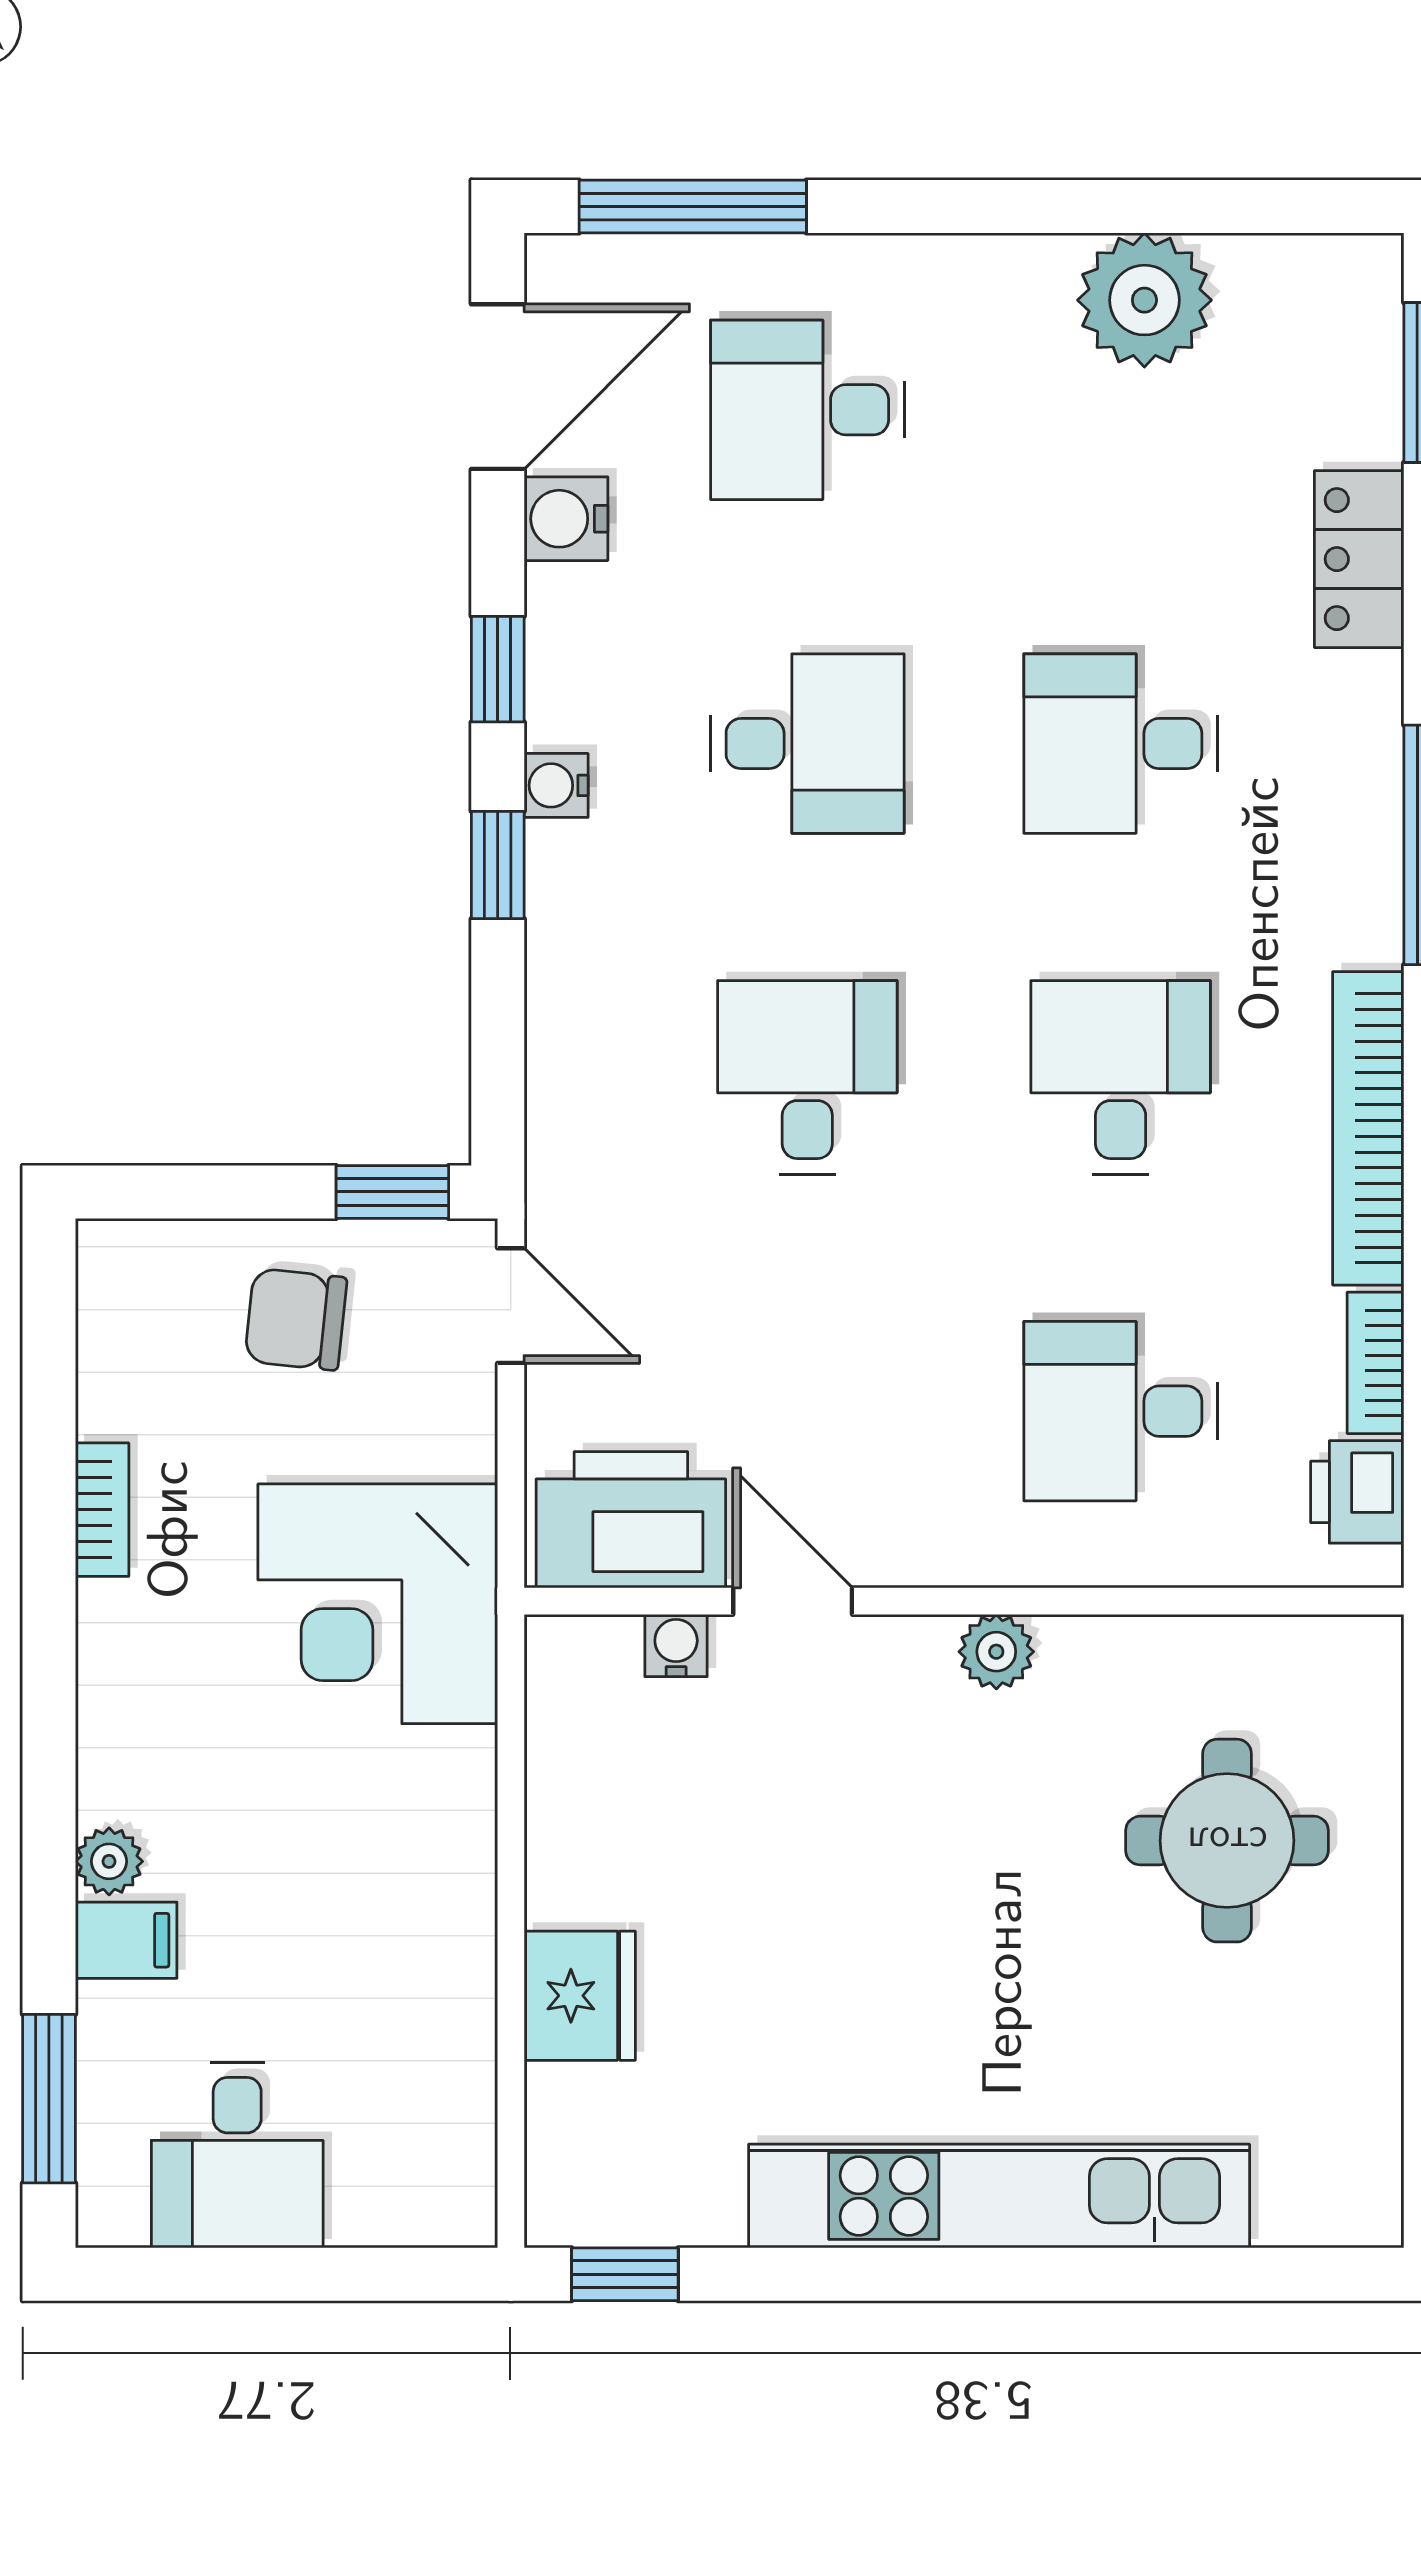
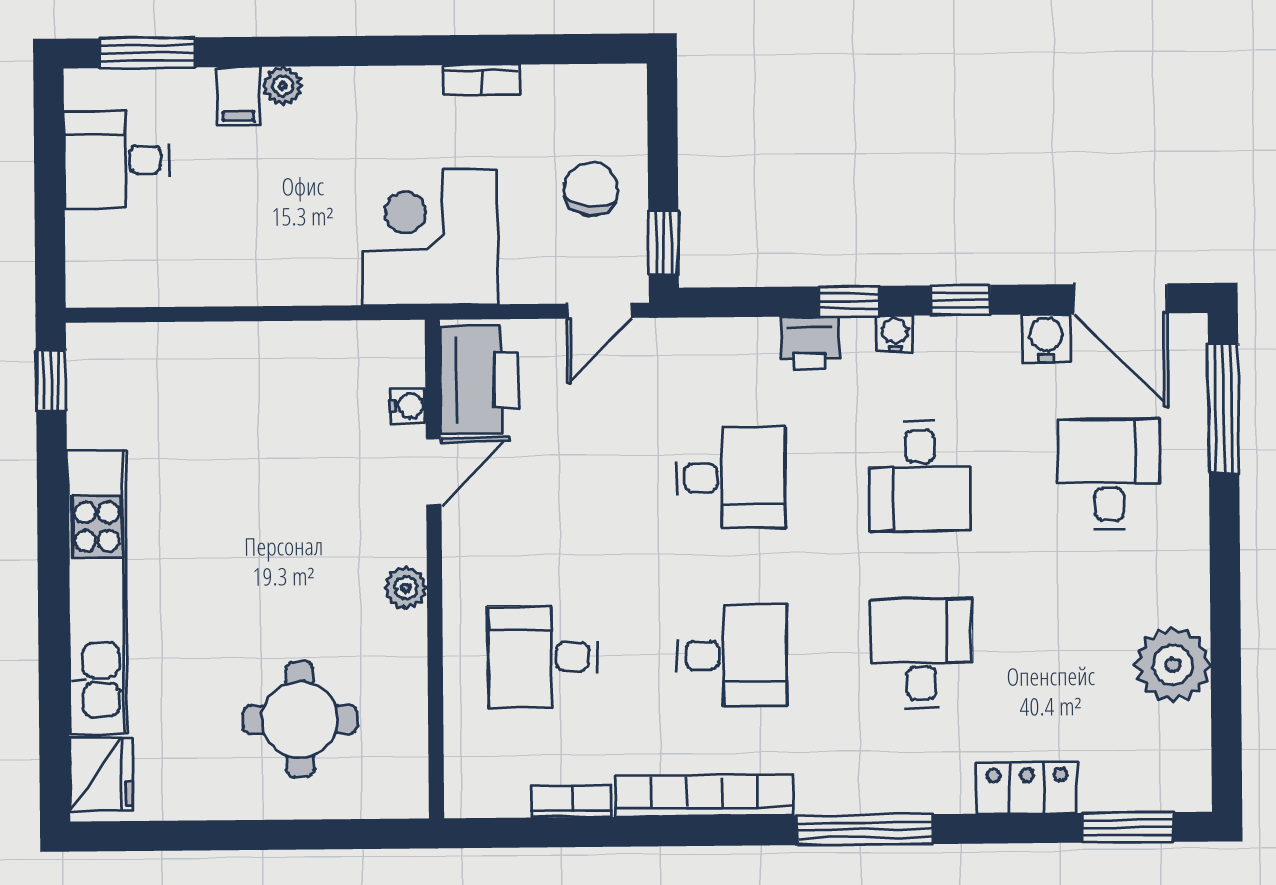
desk: (1121, 1411) -> (543, 657), turned -90
printer: (1357, 1492) -> (810, 343), moved, turned 180
fridge: (580, 1996) -> (101, 775), moved, turned -90

